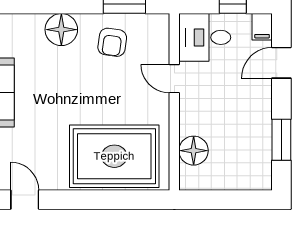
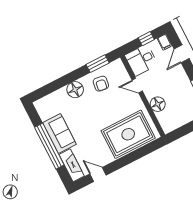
floor lamp: (194, 151) -> (158, 104), moved

